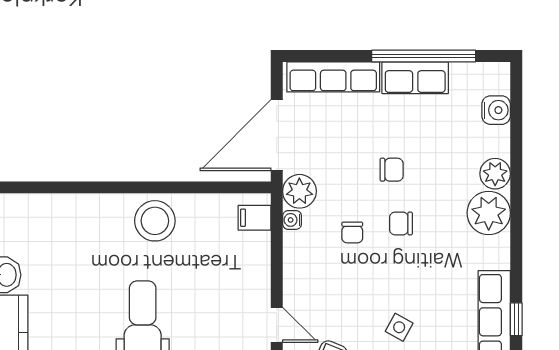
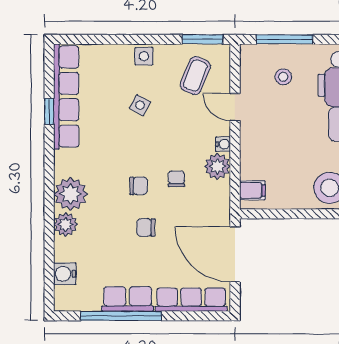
door: (277, 135) -> (235, 254), swing flipped
plant: (299, 191) -> (217, 166), moved
water cooler: (292, 220) -> (223, 144), moved

